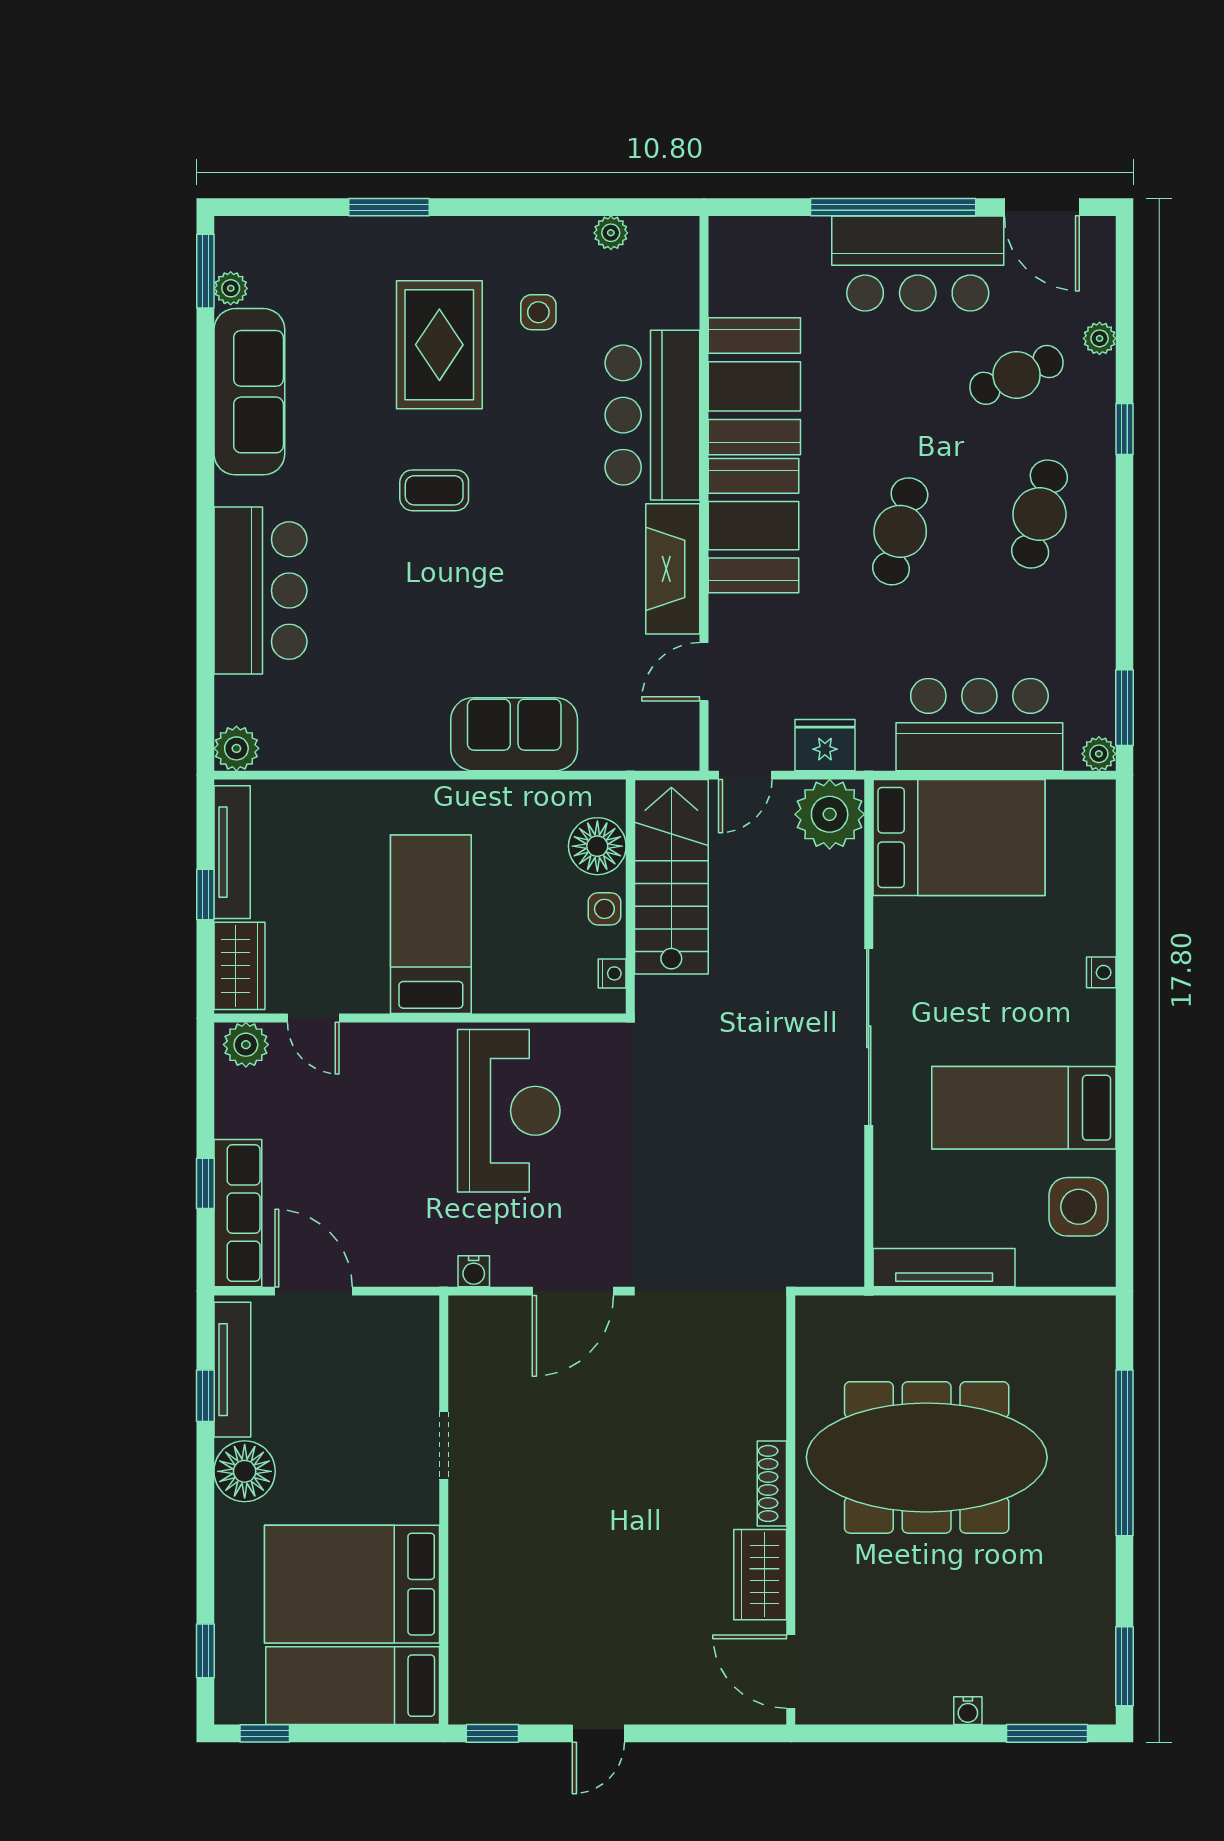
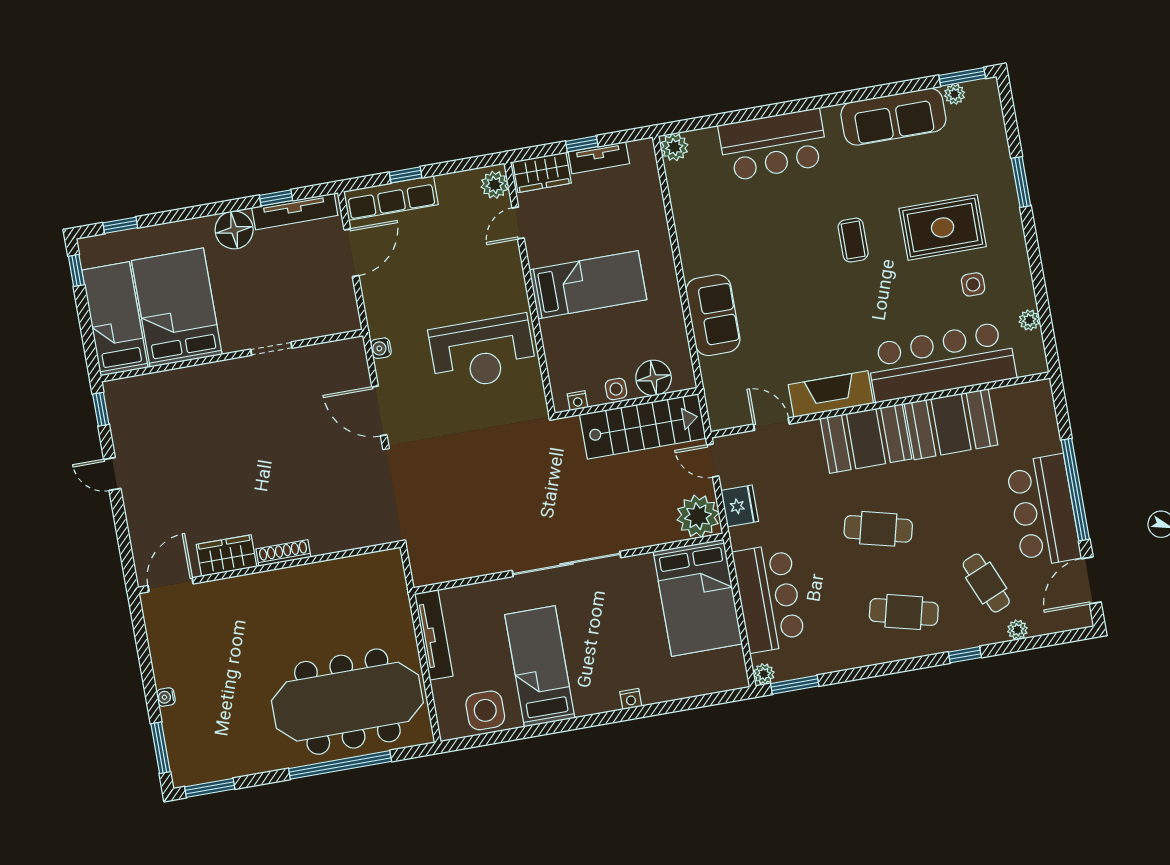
bar counter: (652, 415) -> (941, 362), width x1.36
tv unit: (232, 852) -> (599, 158), width x0.71
meeting table: (927, 1457) -> (347, 702), moved, turned 90

